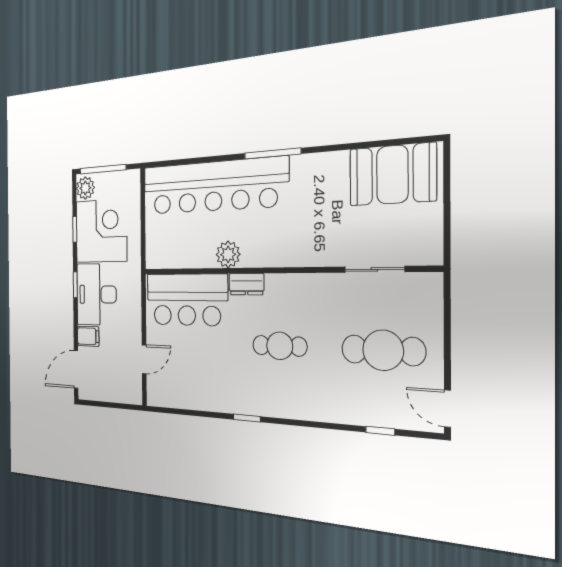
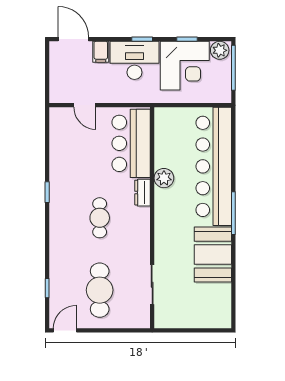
booth: (392, 175) -> (213, 255), moved

